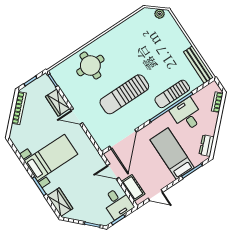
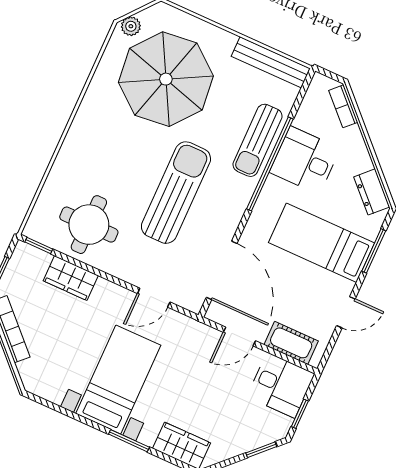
plant: (160, 14) -> (131, 26), moved
parasol: (150, 44) -> (166, 79), added
round table: (90, 65) -> (89, 225), moved
sun lounger: (124, 94) -> (176, 193), turned 180
door: (77, 117) -> (154, 298), moved
door: (155, 195) -> (346, 312), moved

